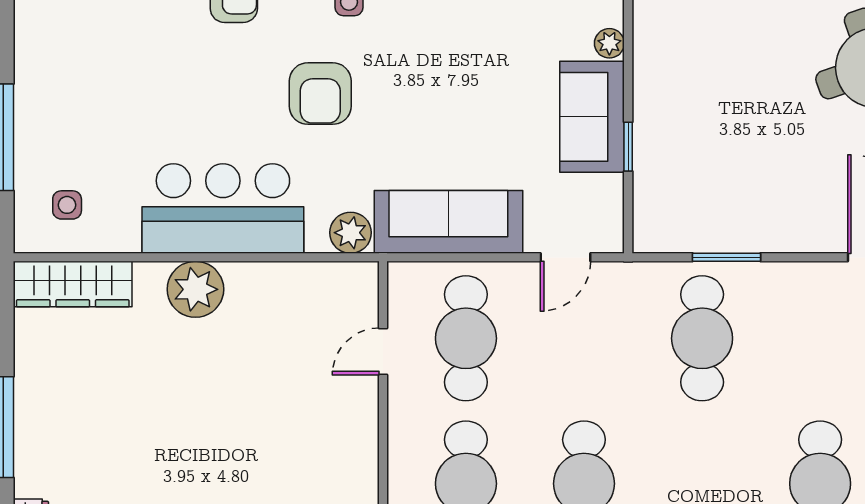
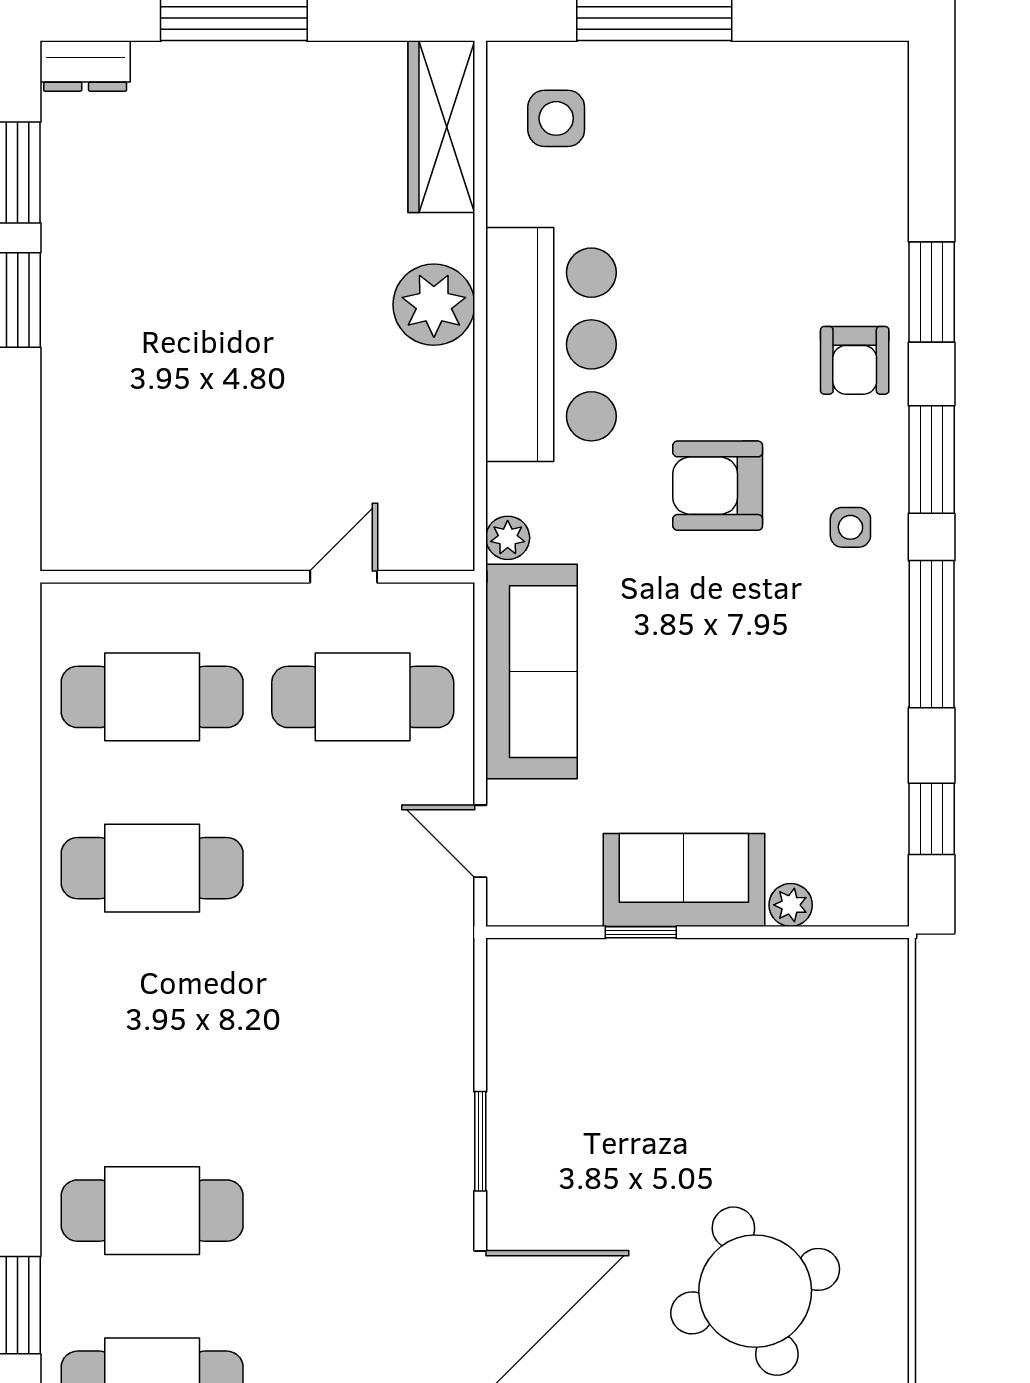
side table: (67, 205) -> (556, 118), width x1.37, depth x1.37
plant: (351, 233) -> (508, 538), width x0.73, depth x0.73
window: (727, 257) -> (480, 1141), moved
cafe table: (702, 338) -> (363, 1039), removed
door: (383, 352) -> (344, 577), hinge flipped

